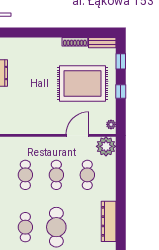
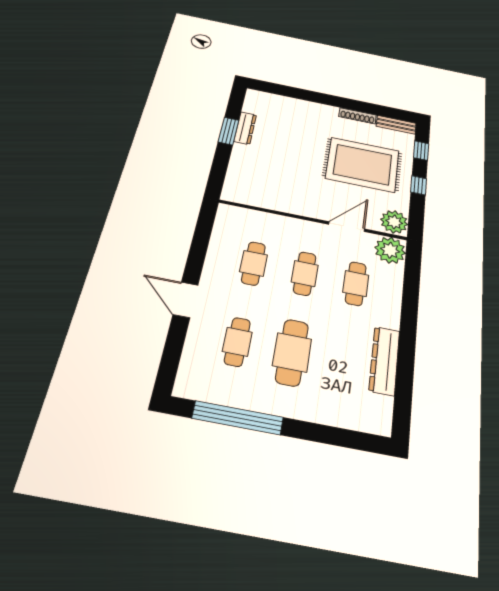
plant: (111, 124) -> (394, 222), width x1.88, depth x1.88

